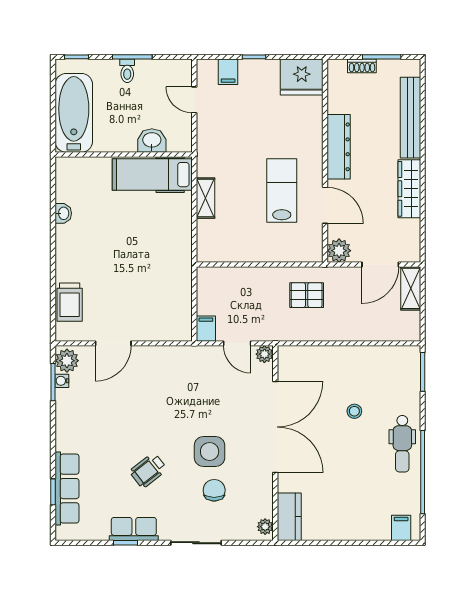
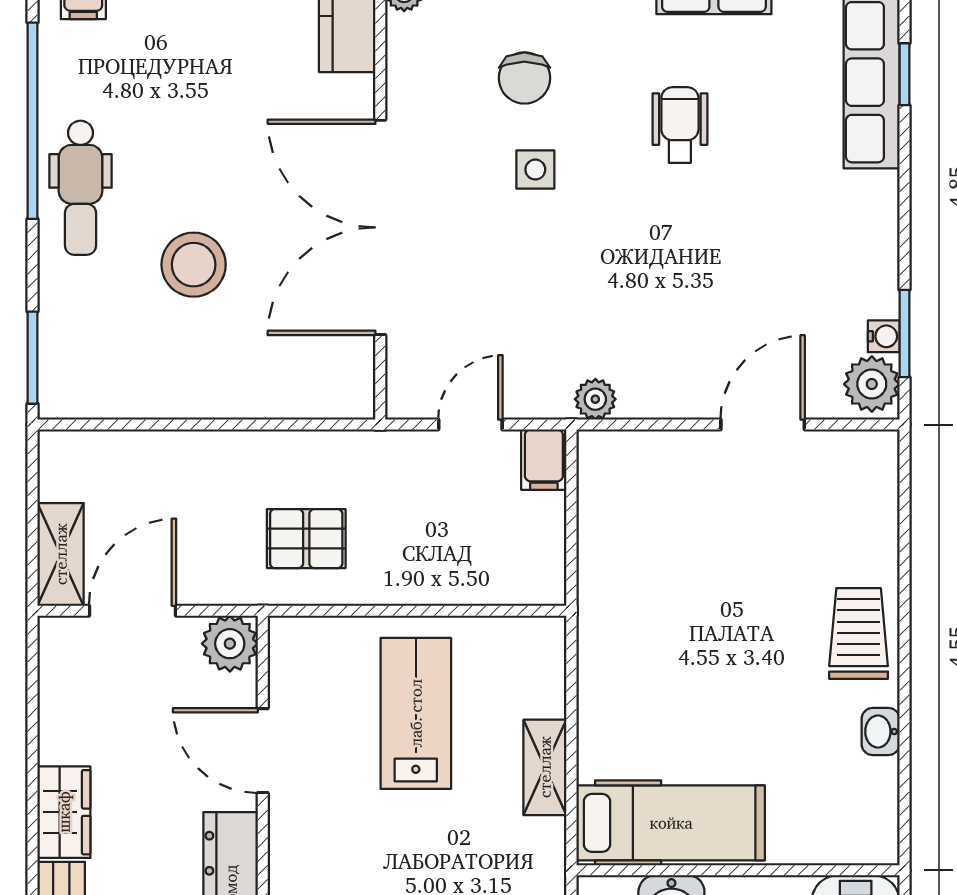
wardrobe: (409, 189) -> (64, 812), width x0.67
lab bench: (282, 190) -> (416, 713), moved, turned 180
trolley: (70, 302) -> (859, 633), moved
door: (237, 343) -> (470, 425), hinge flipped
plant: (264, 354) -> (595, 399), moved
stool: (354, 411) -> (194, 265), width x1.89, depth x1.89
dental chair: (402, 444) -> (80, 188), turned 180
side table: (210, 451) -> (535, 170), width x0.54, depth x0.54
wheelchair: (148, 470) -> (680, 125), turned -52

